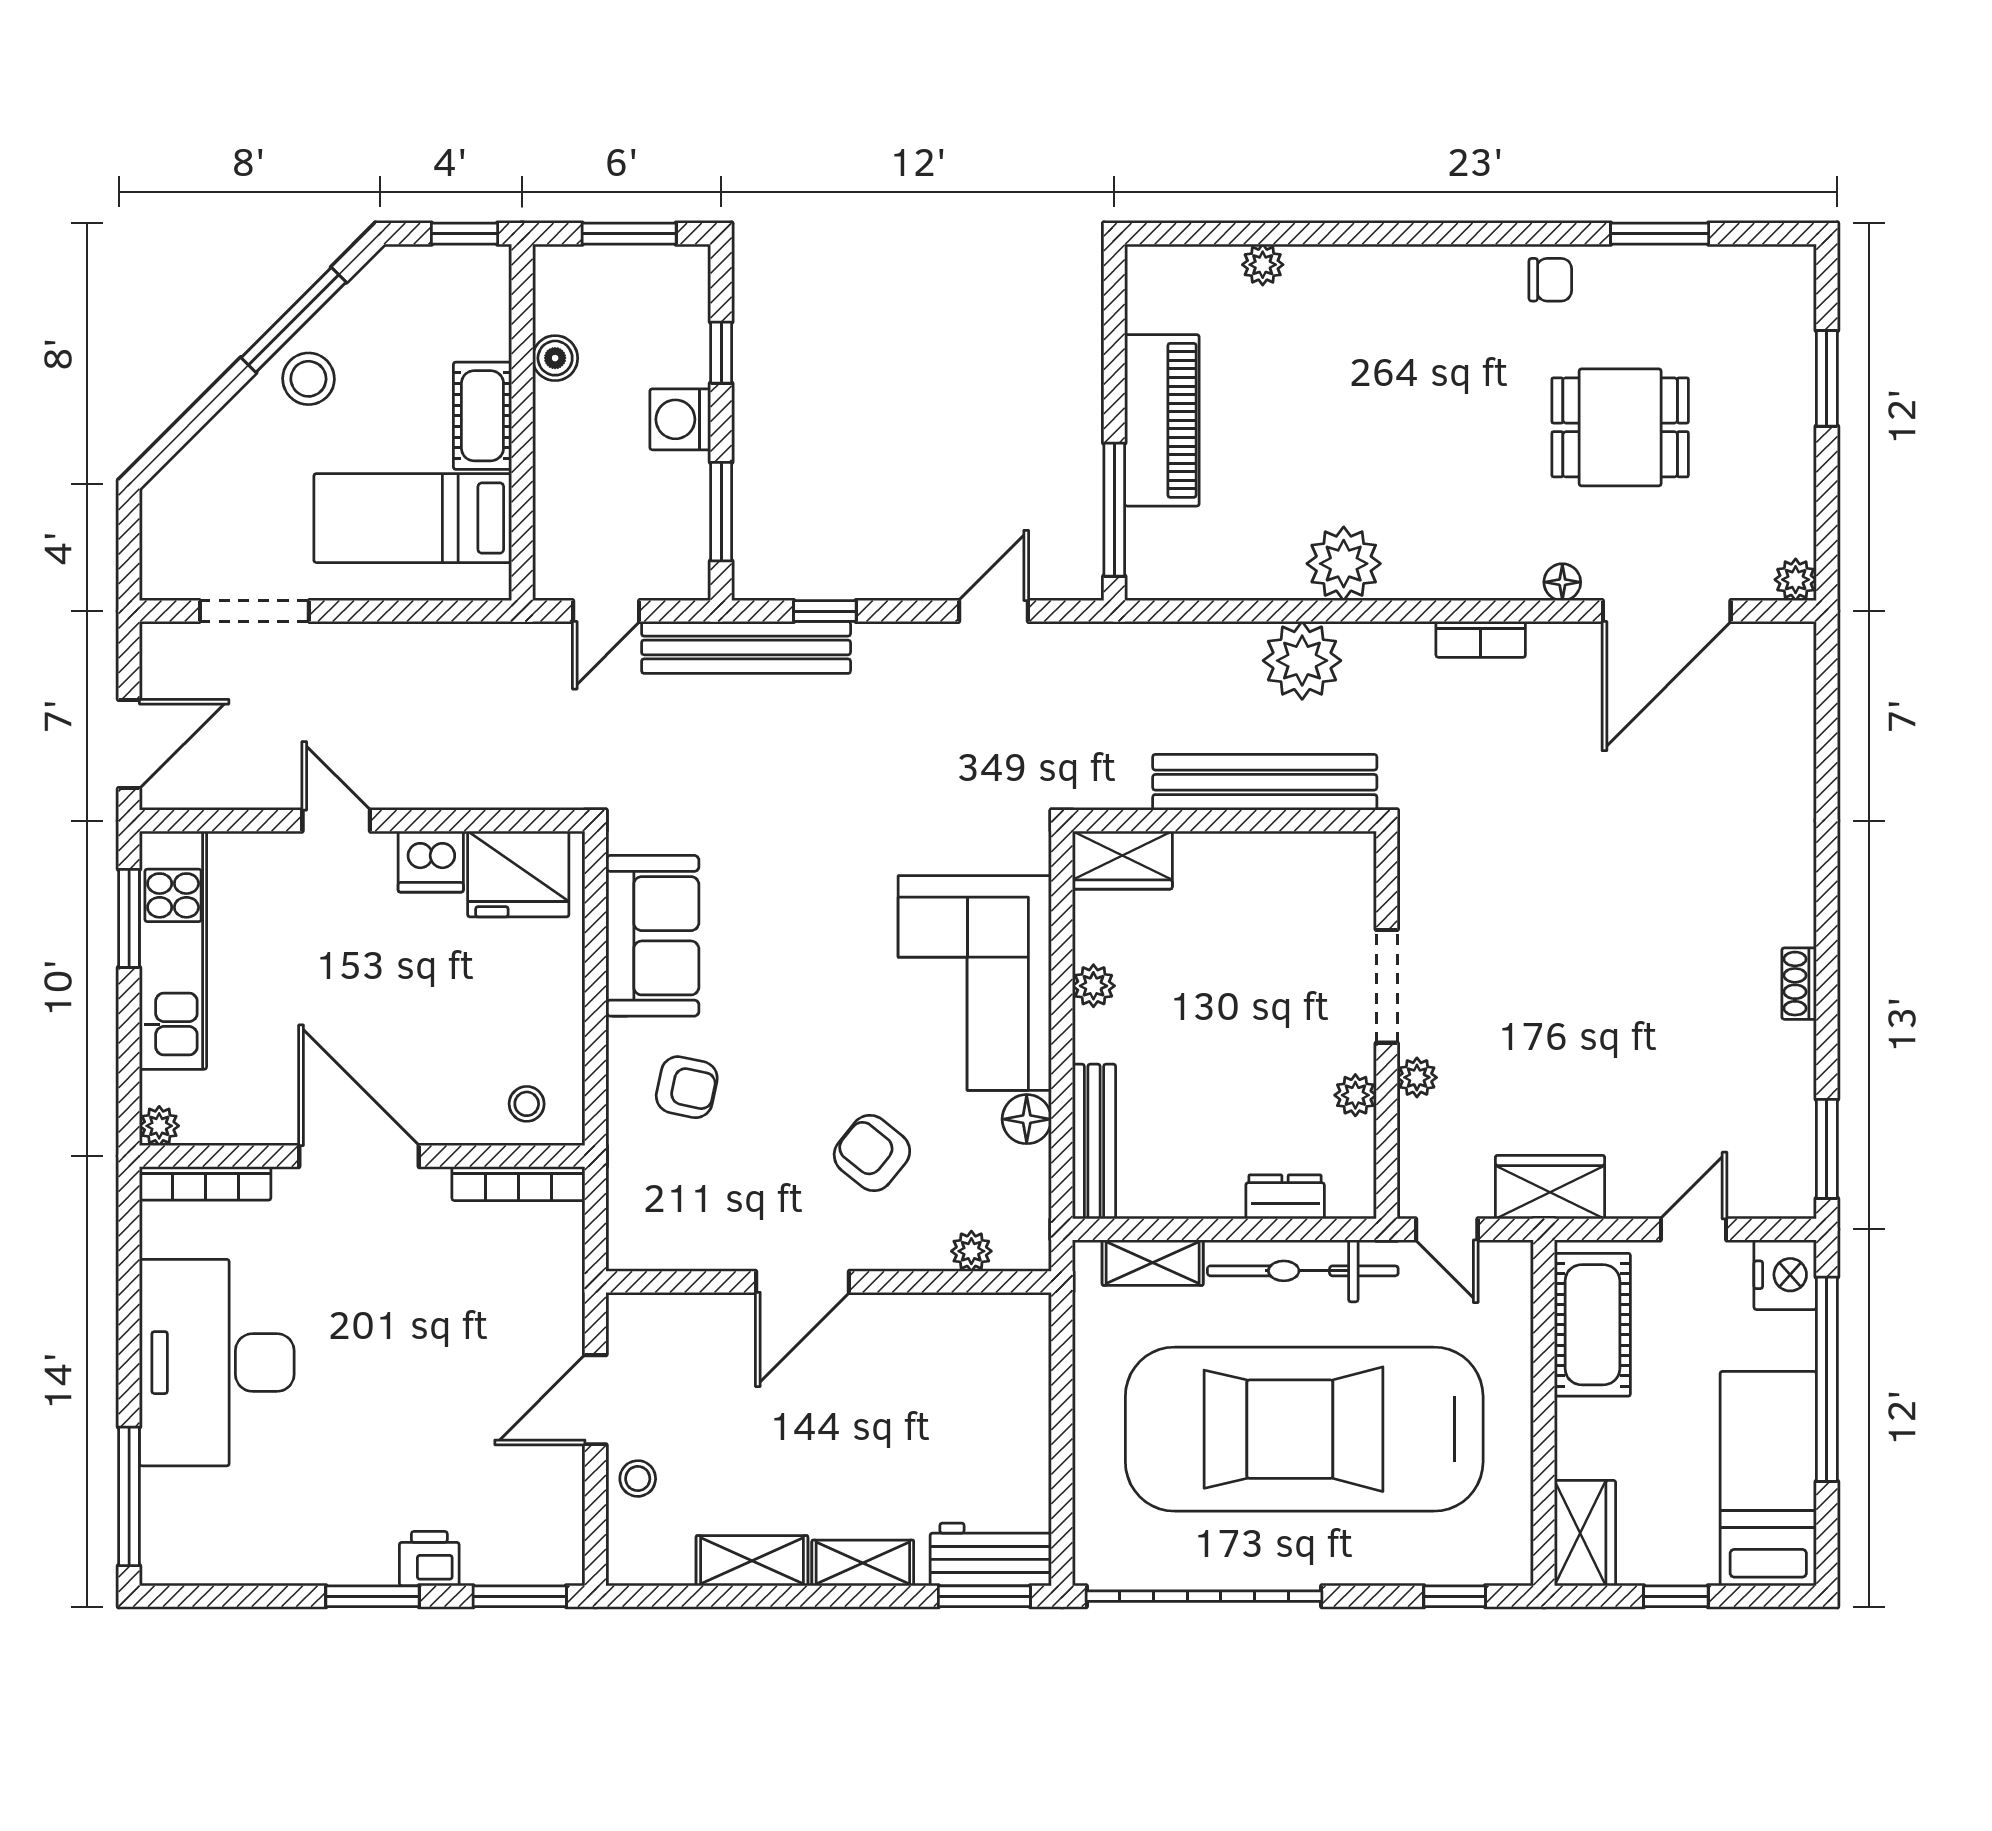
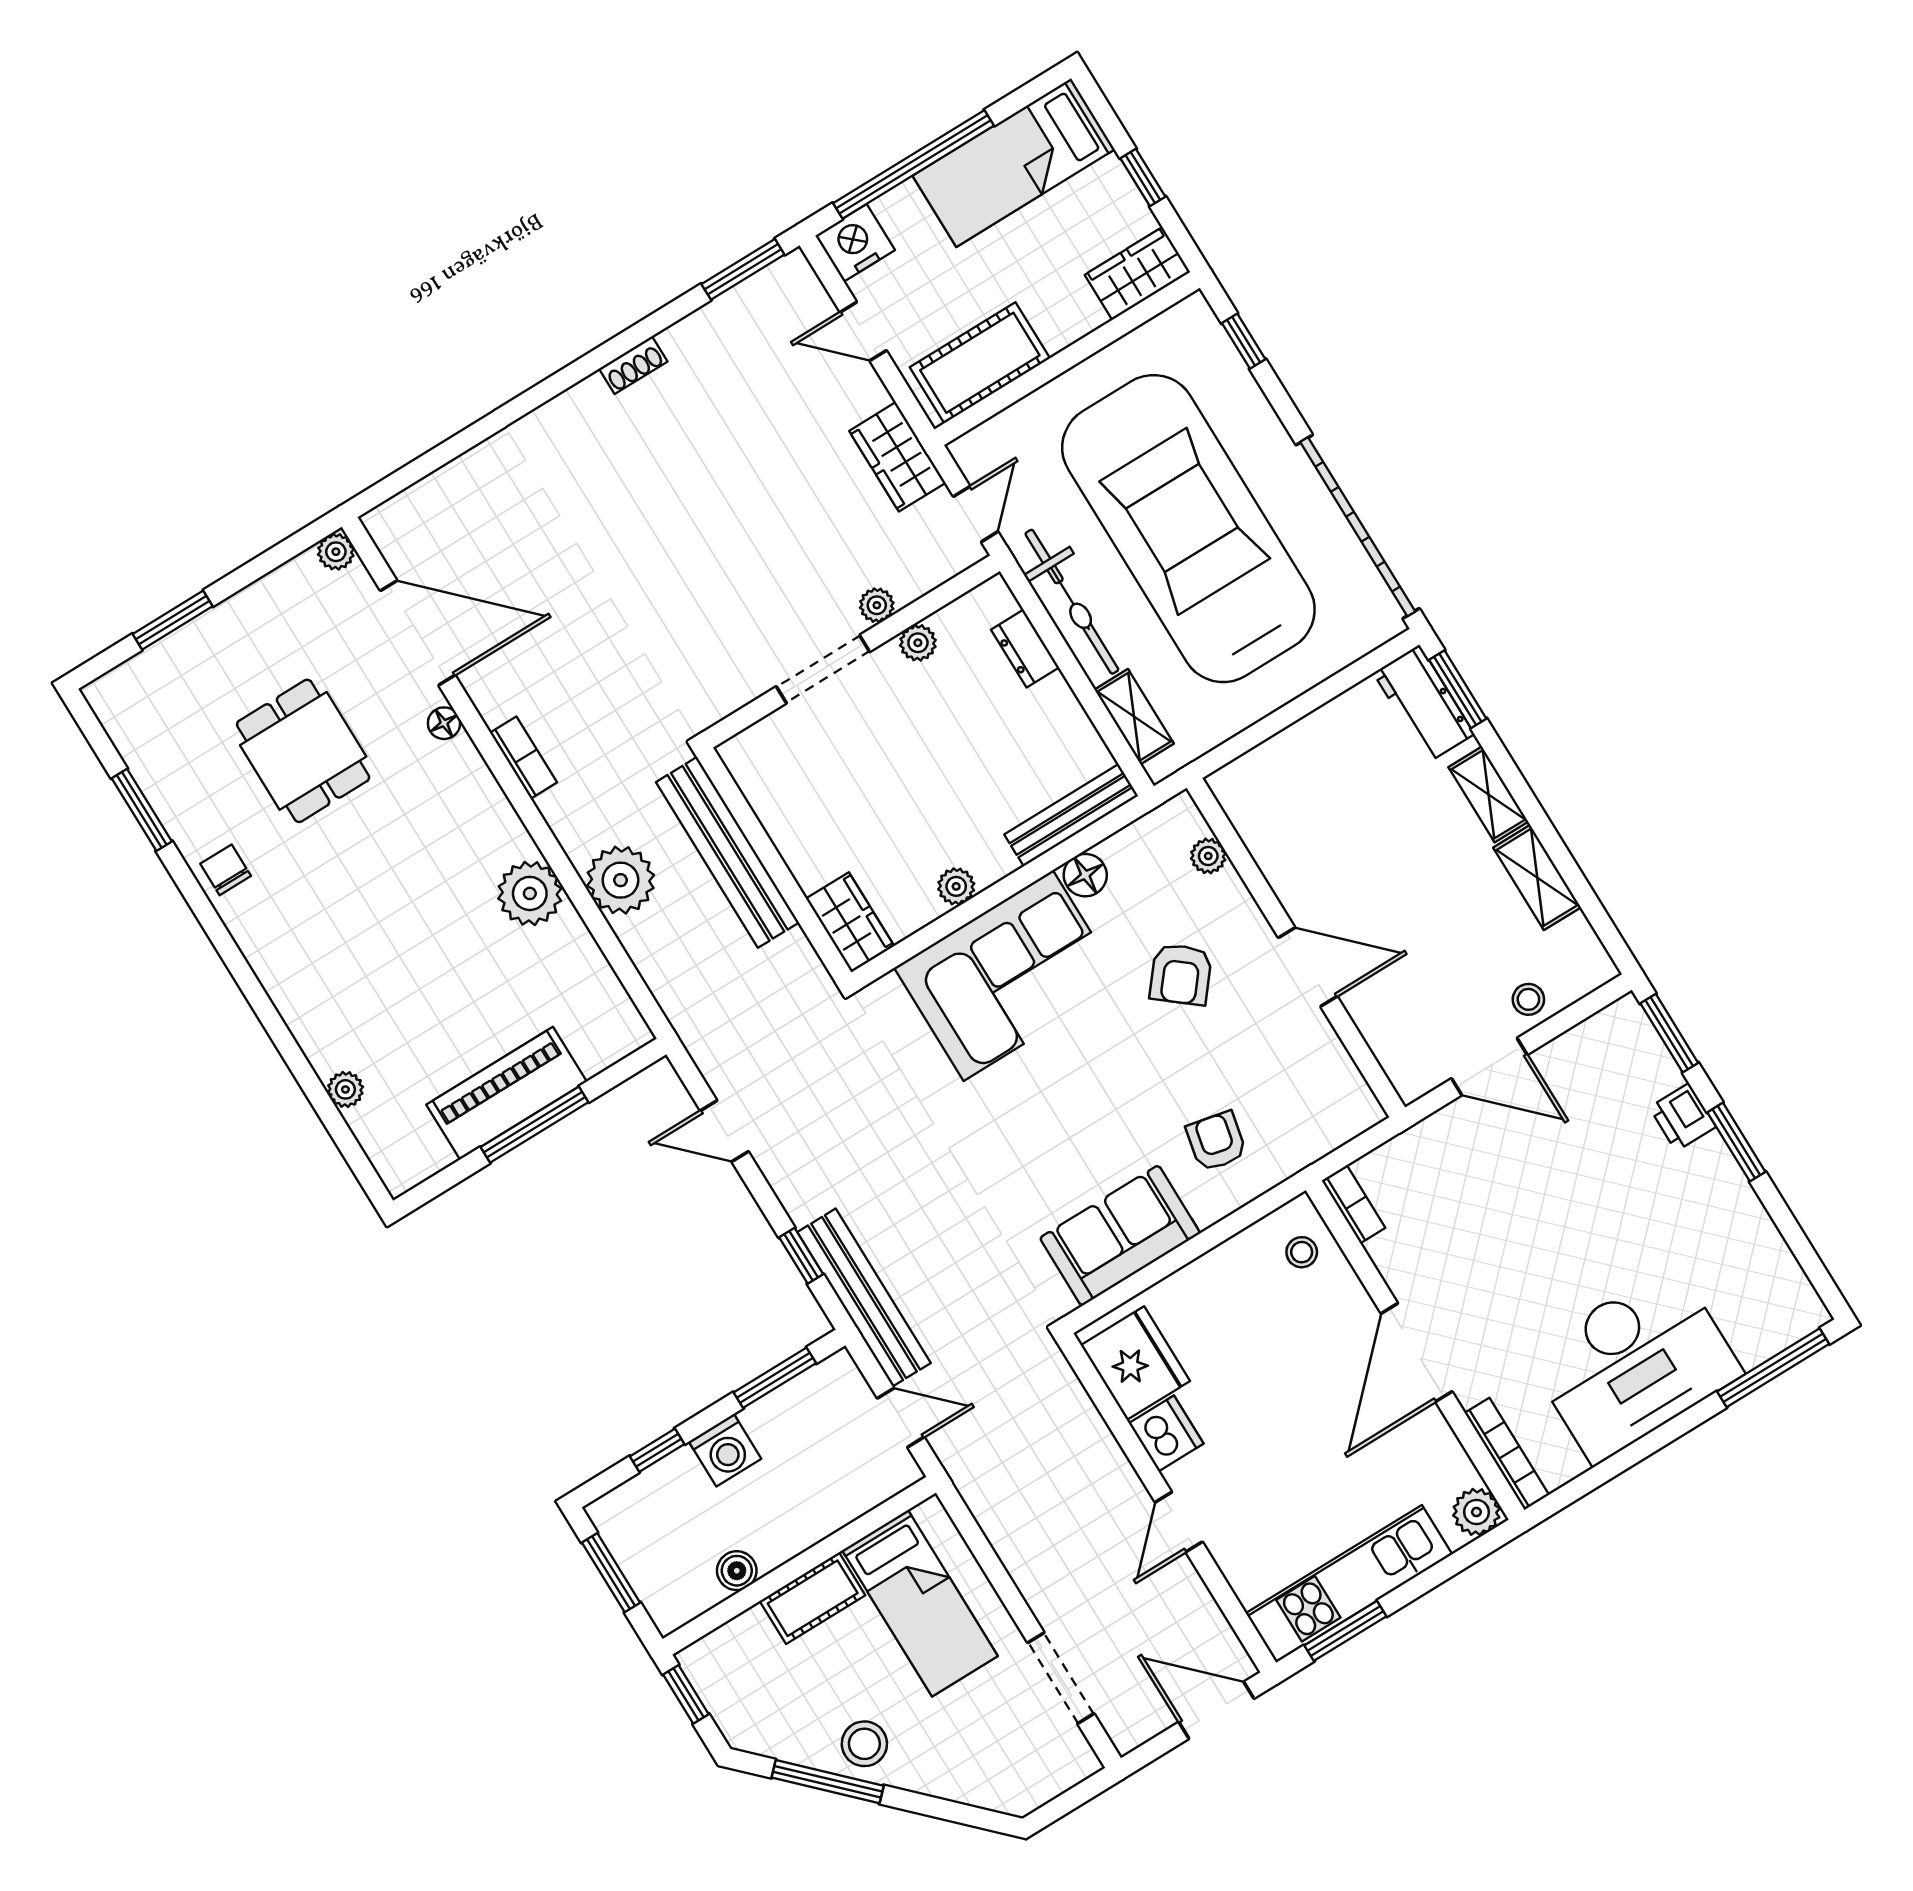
window: (1114, 510) -> (535, 1125), moved
plant: (159, 1126) -> (1476, 1512), width x1.38, depth x1.38
bookcase: (518, 1184) -> (1353, 1204), width x0.64
car: (1304, 1429) -> (1188, 529), turned 180

